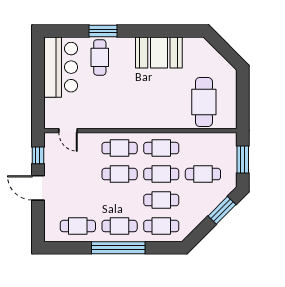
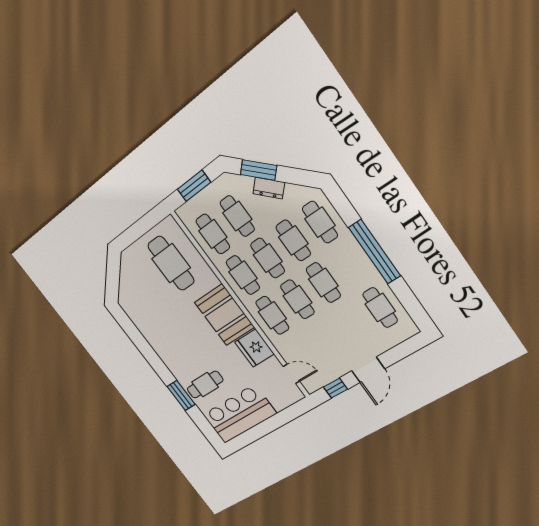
booth: (159, 52) -> (224, 315), moved
cafe table: (204, 102) -> (171, 263), turned 90
fridge: (104, 117) -> (254, 348), added
door: (68, 131) -> (291, 374), hinge flipped
cafe table: (203, 148) -> (213, 234), added
dresser: (206, 208) -> (269, 188), added
cafe table: (120, 226) -> (323, 283), moved

